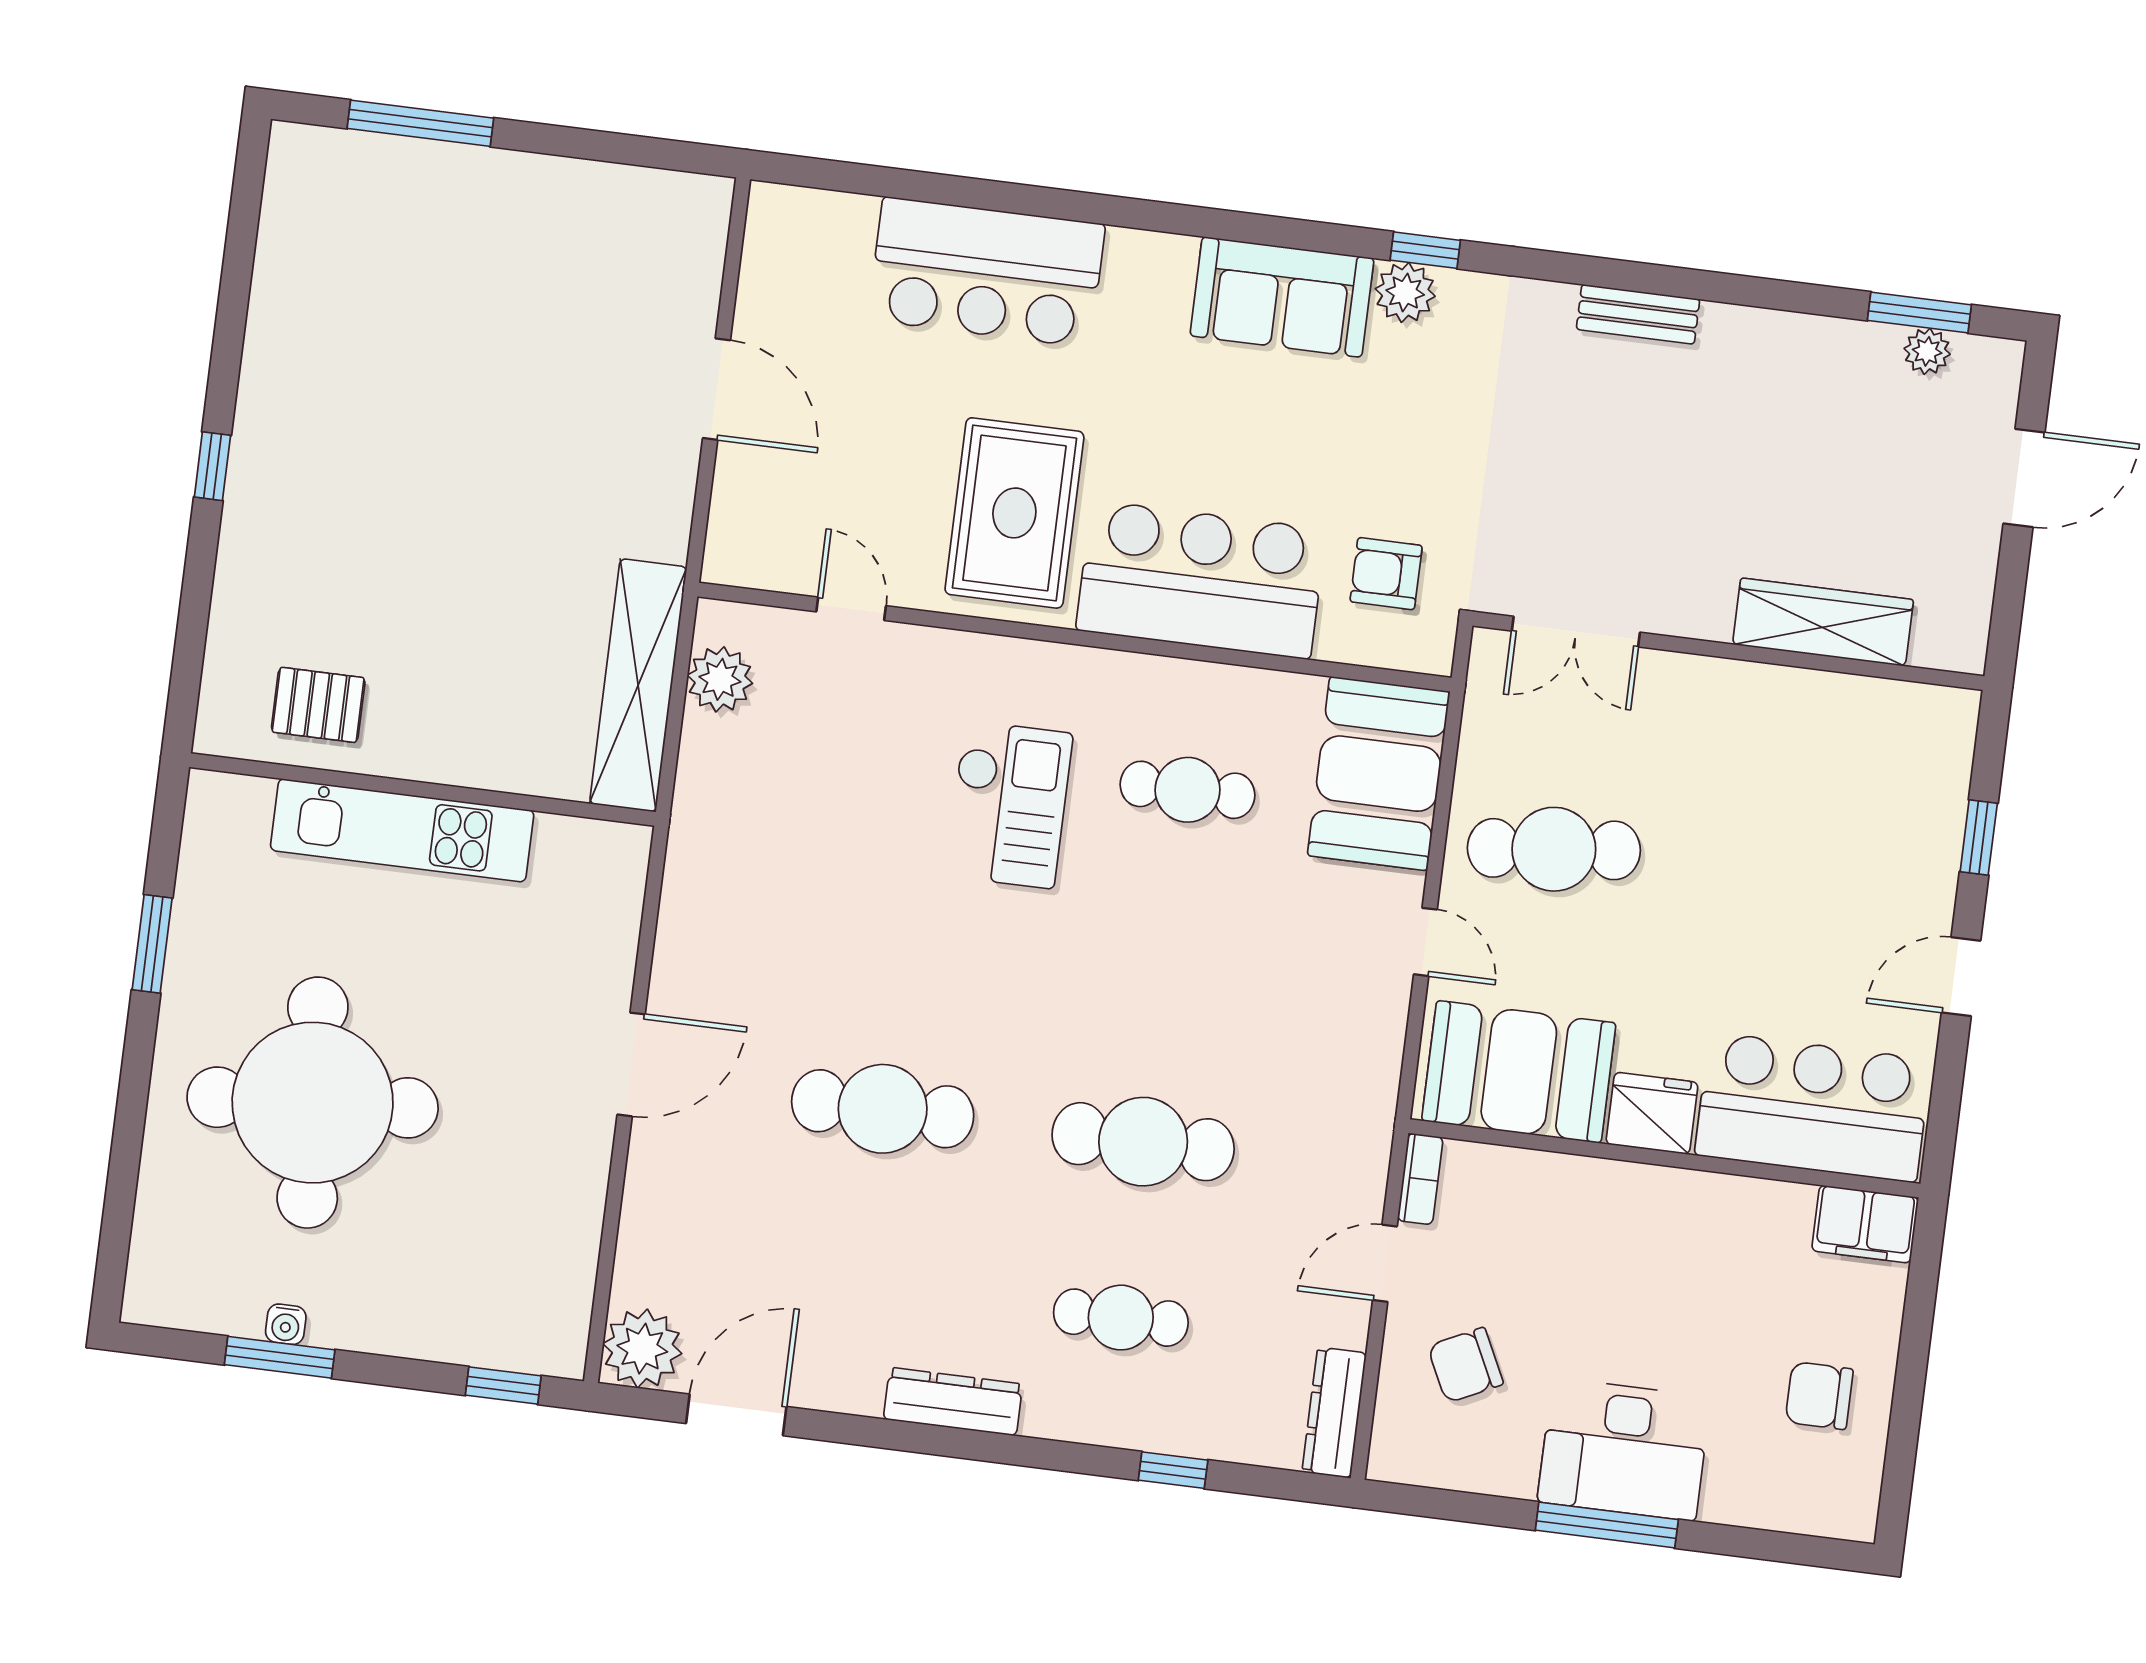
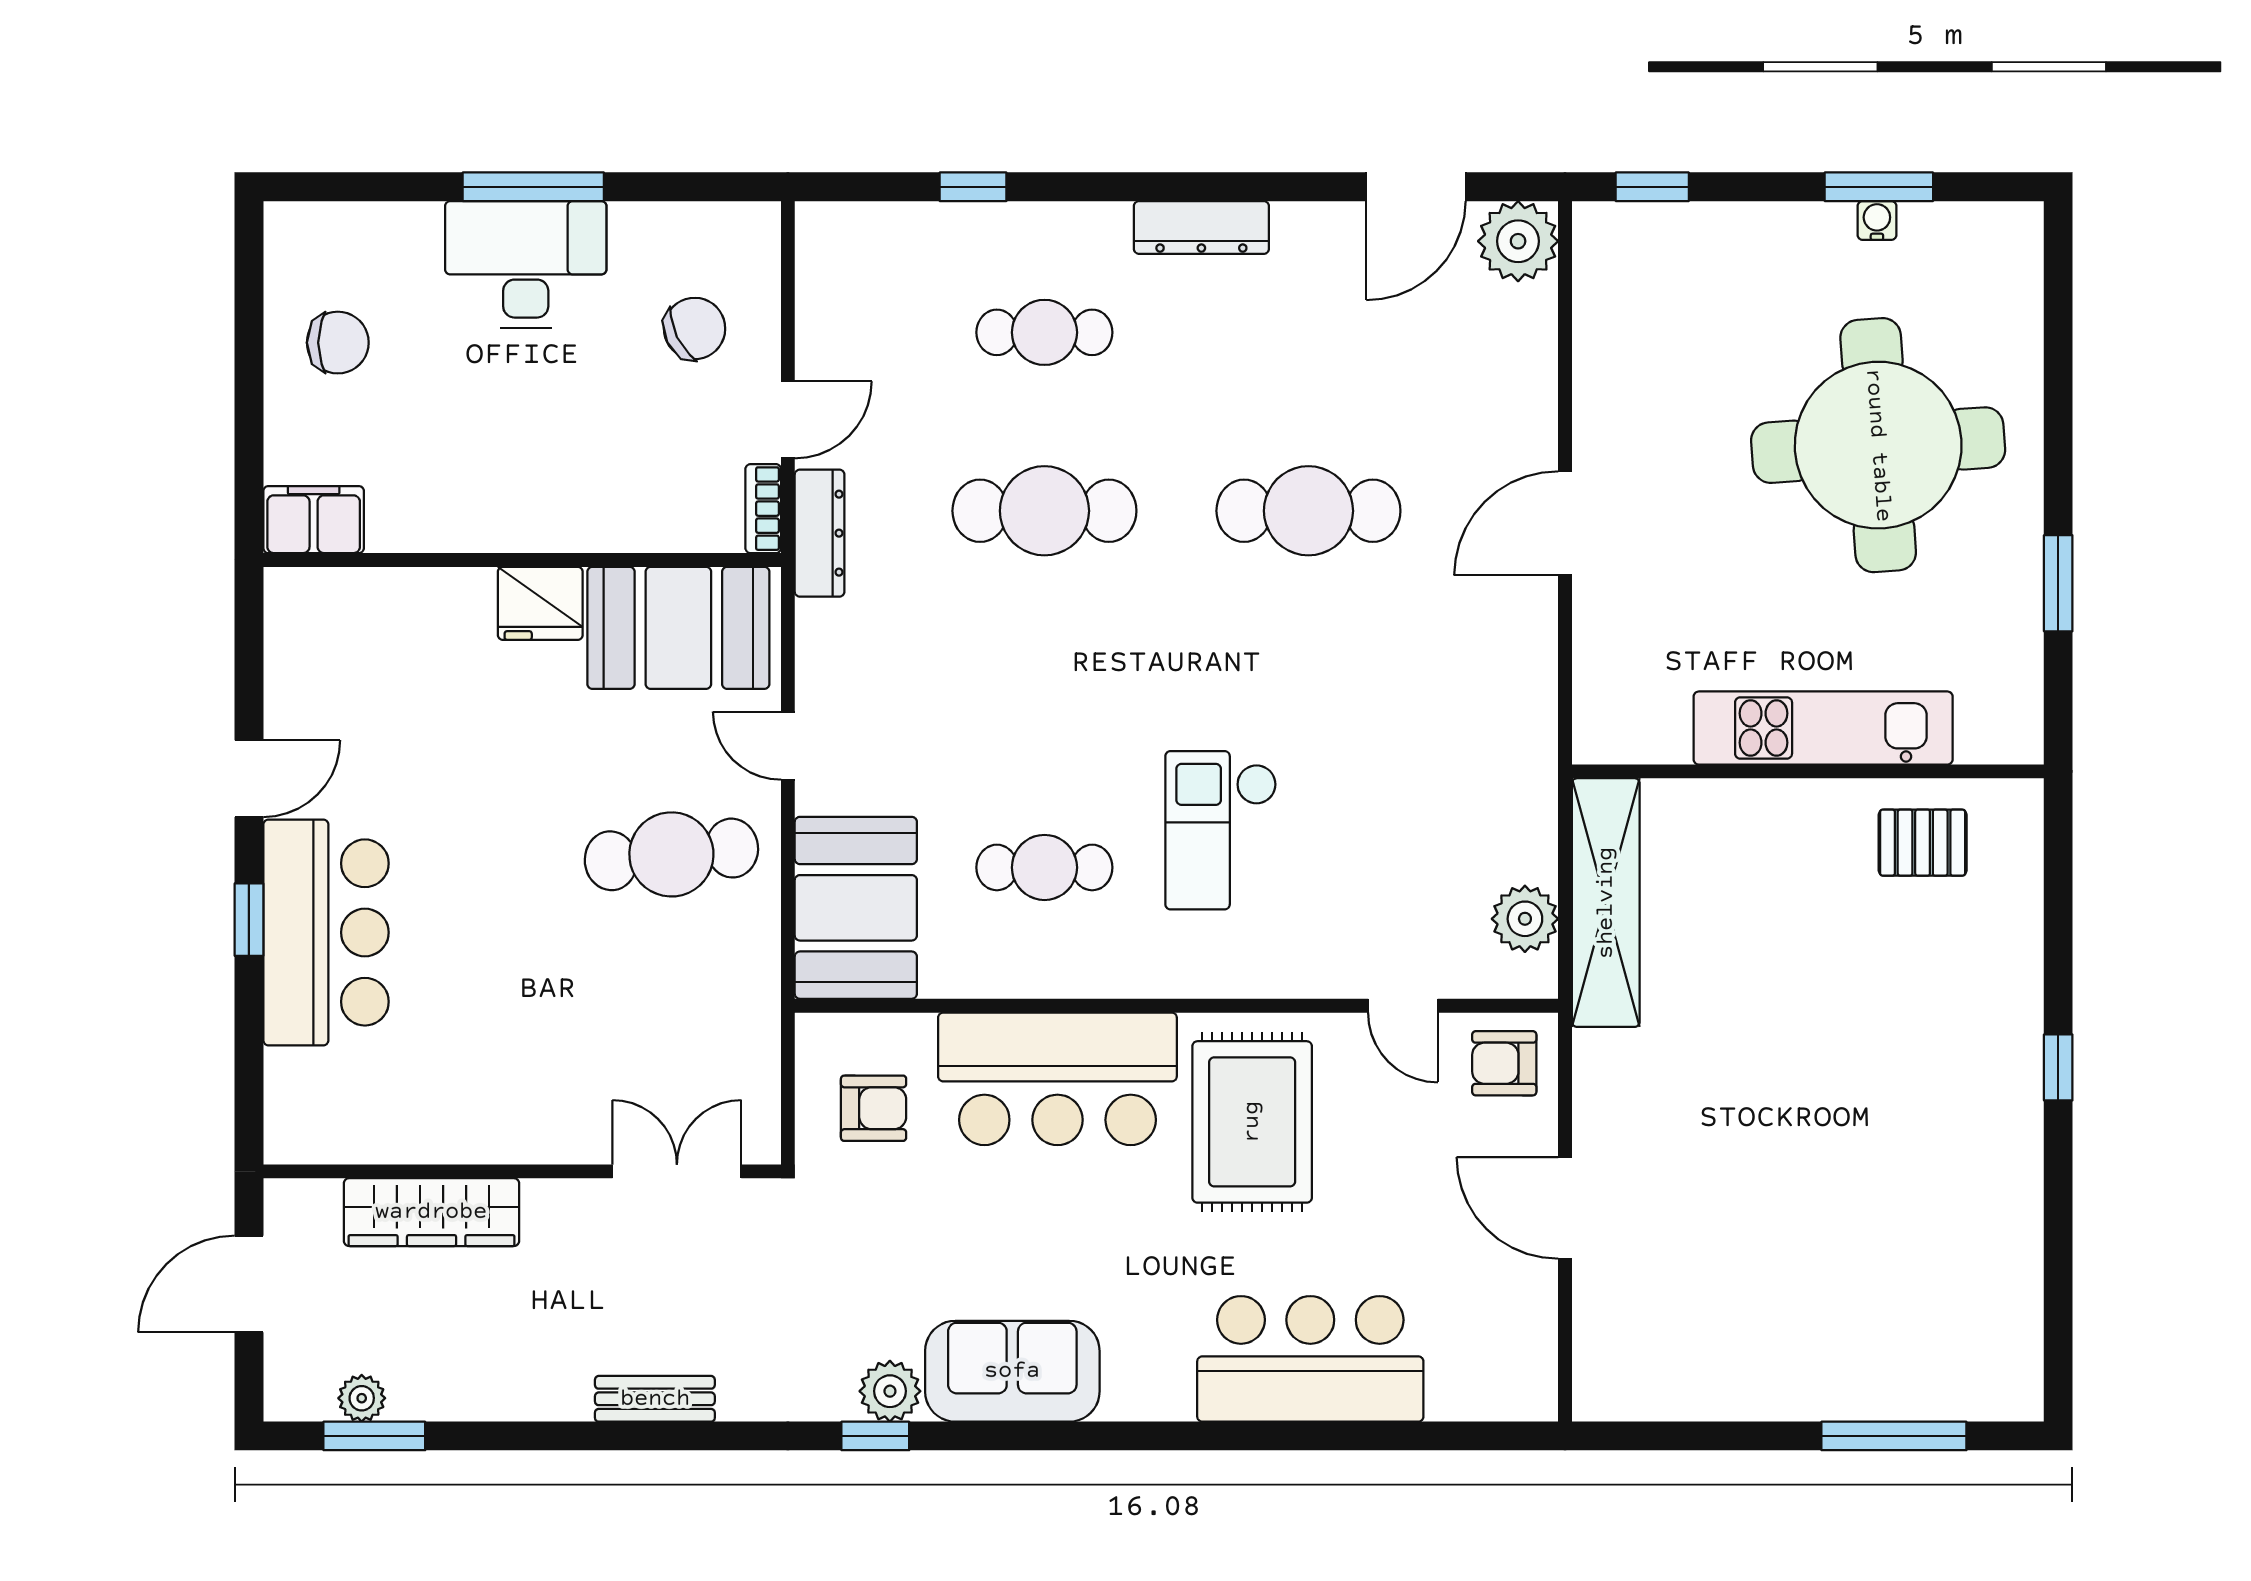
armchair: (758, 539) -> (1504, 1063), added
wardrobe: (1823, 622) -> (431, 1212), moved
double door: (1576, 632) -> (677, 1171), moved
wall: (1728, 651) -> (522, 1171), moved
bar counter: (1813, 1107) -> (326, 932), moved, turned -90
dresser: (1334, 1413) -> (820, 533), moved

